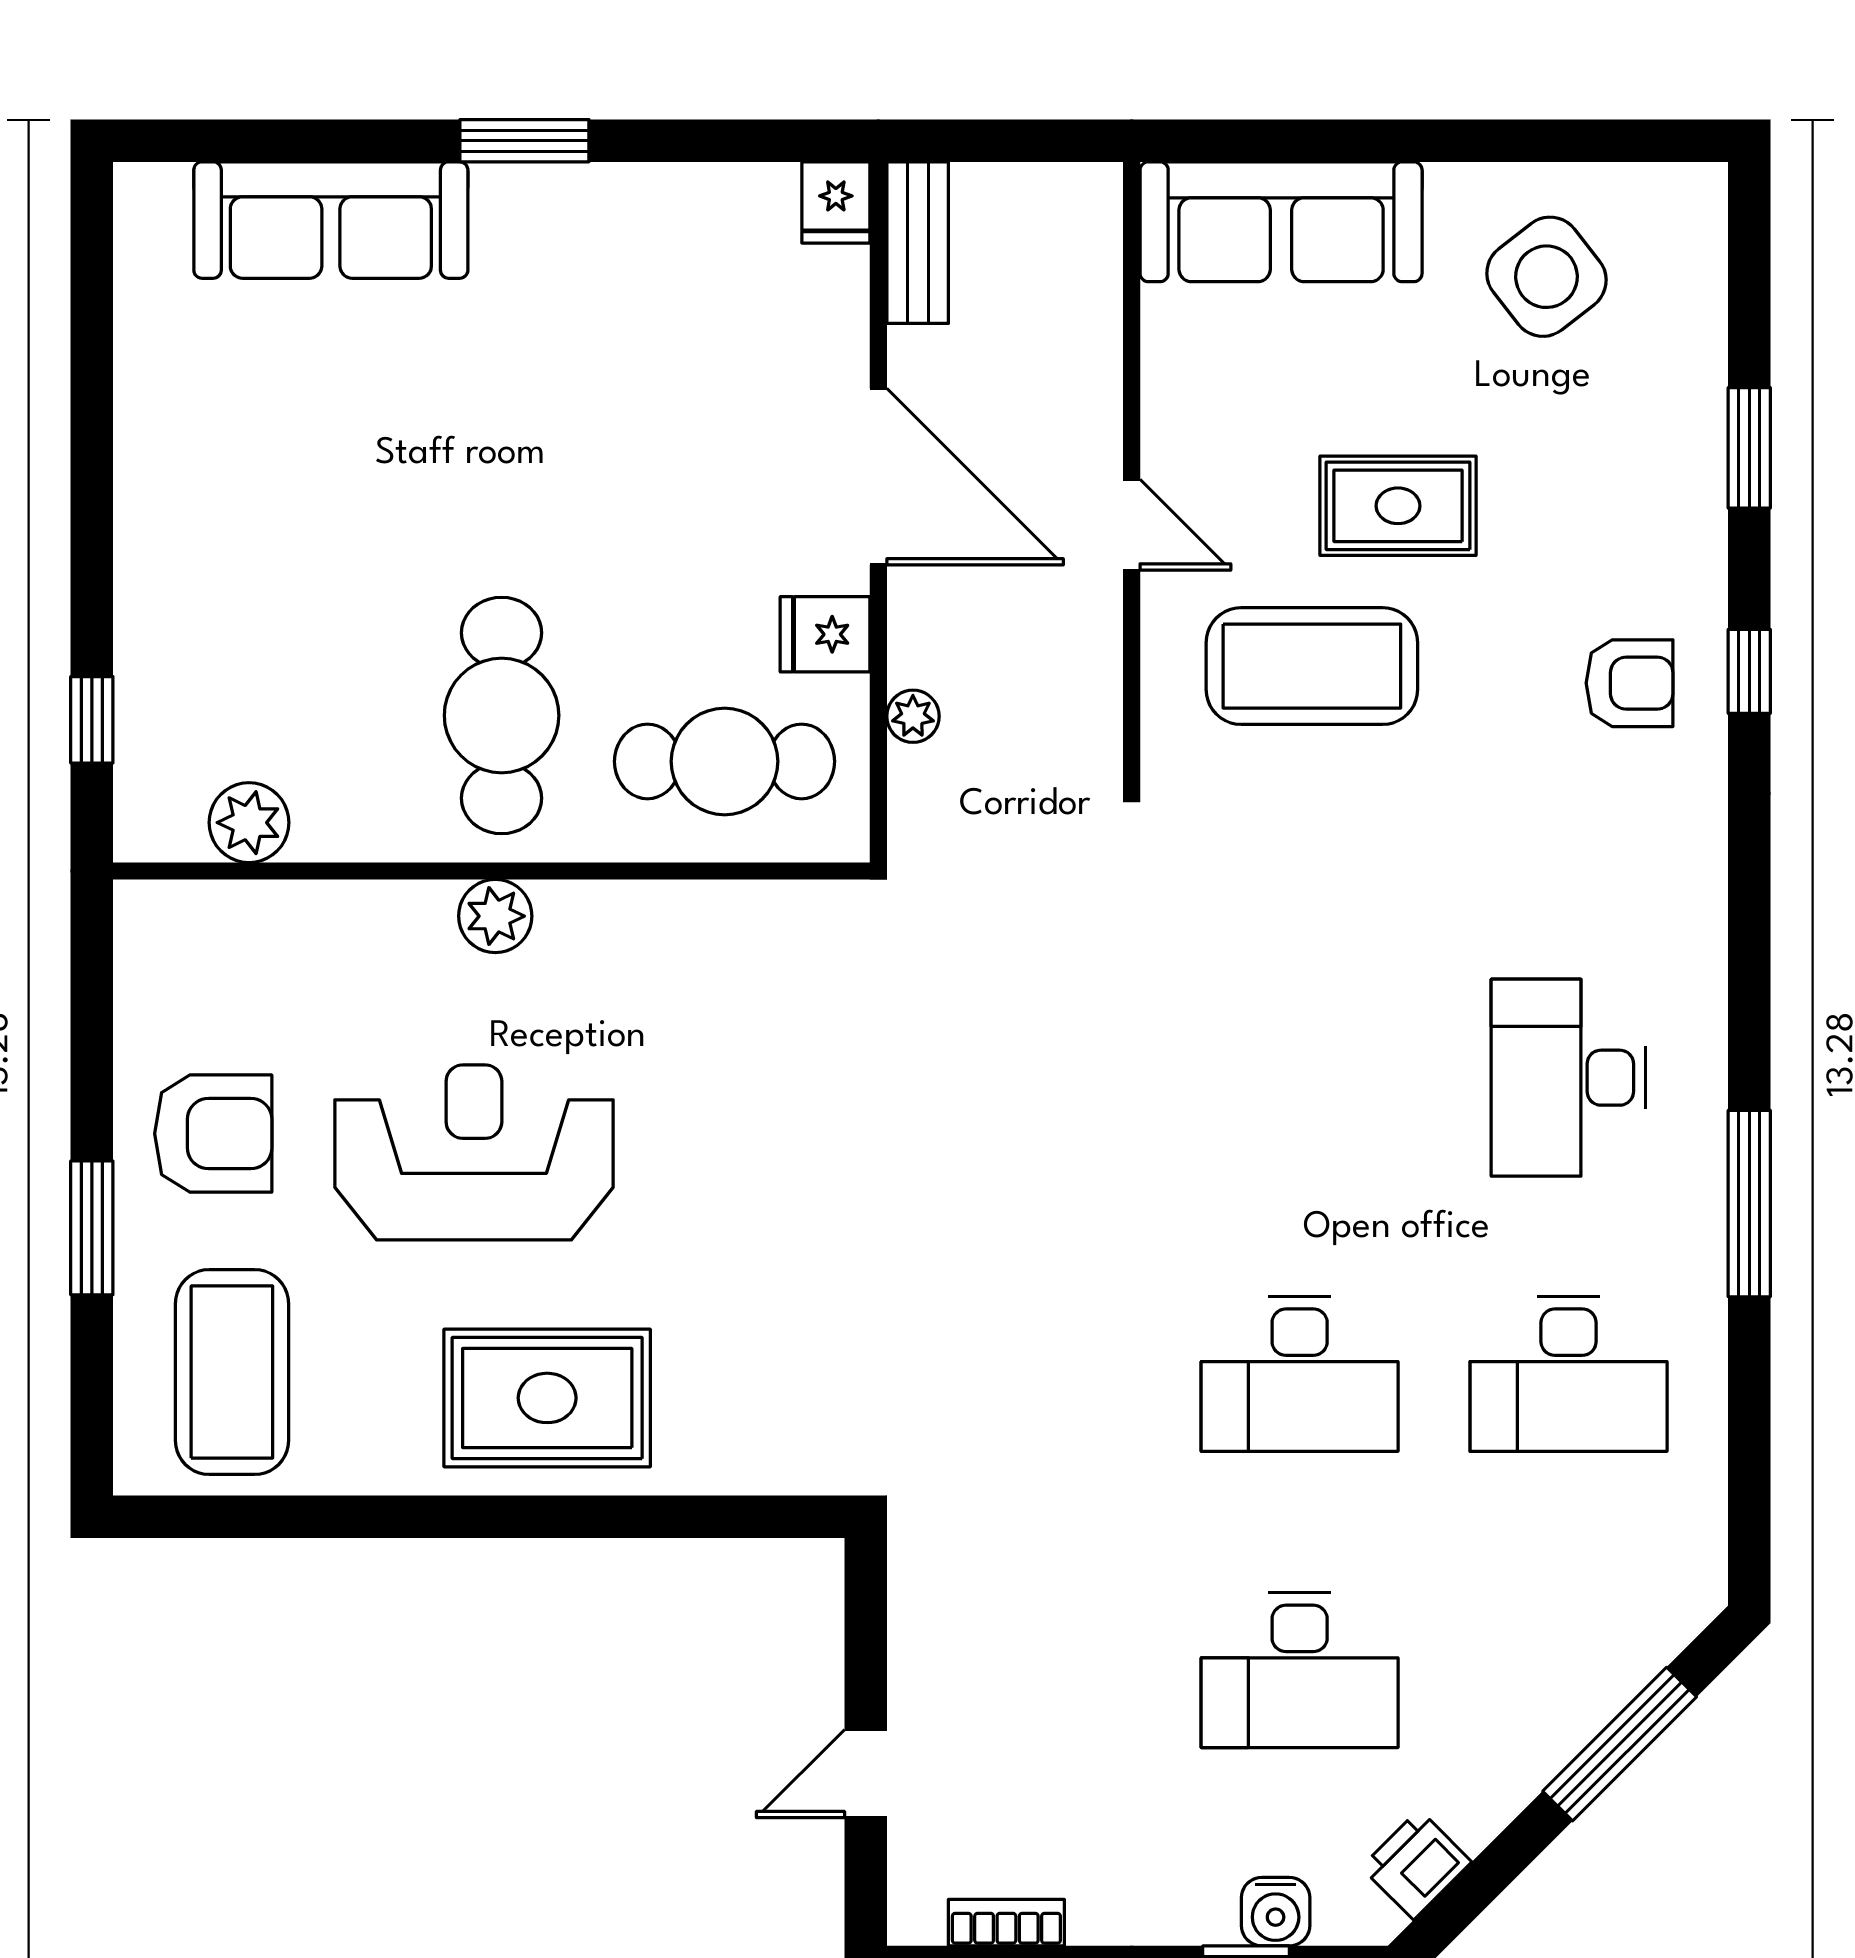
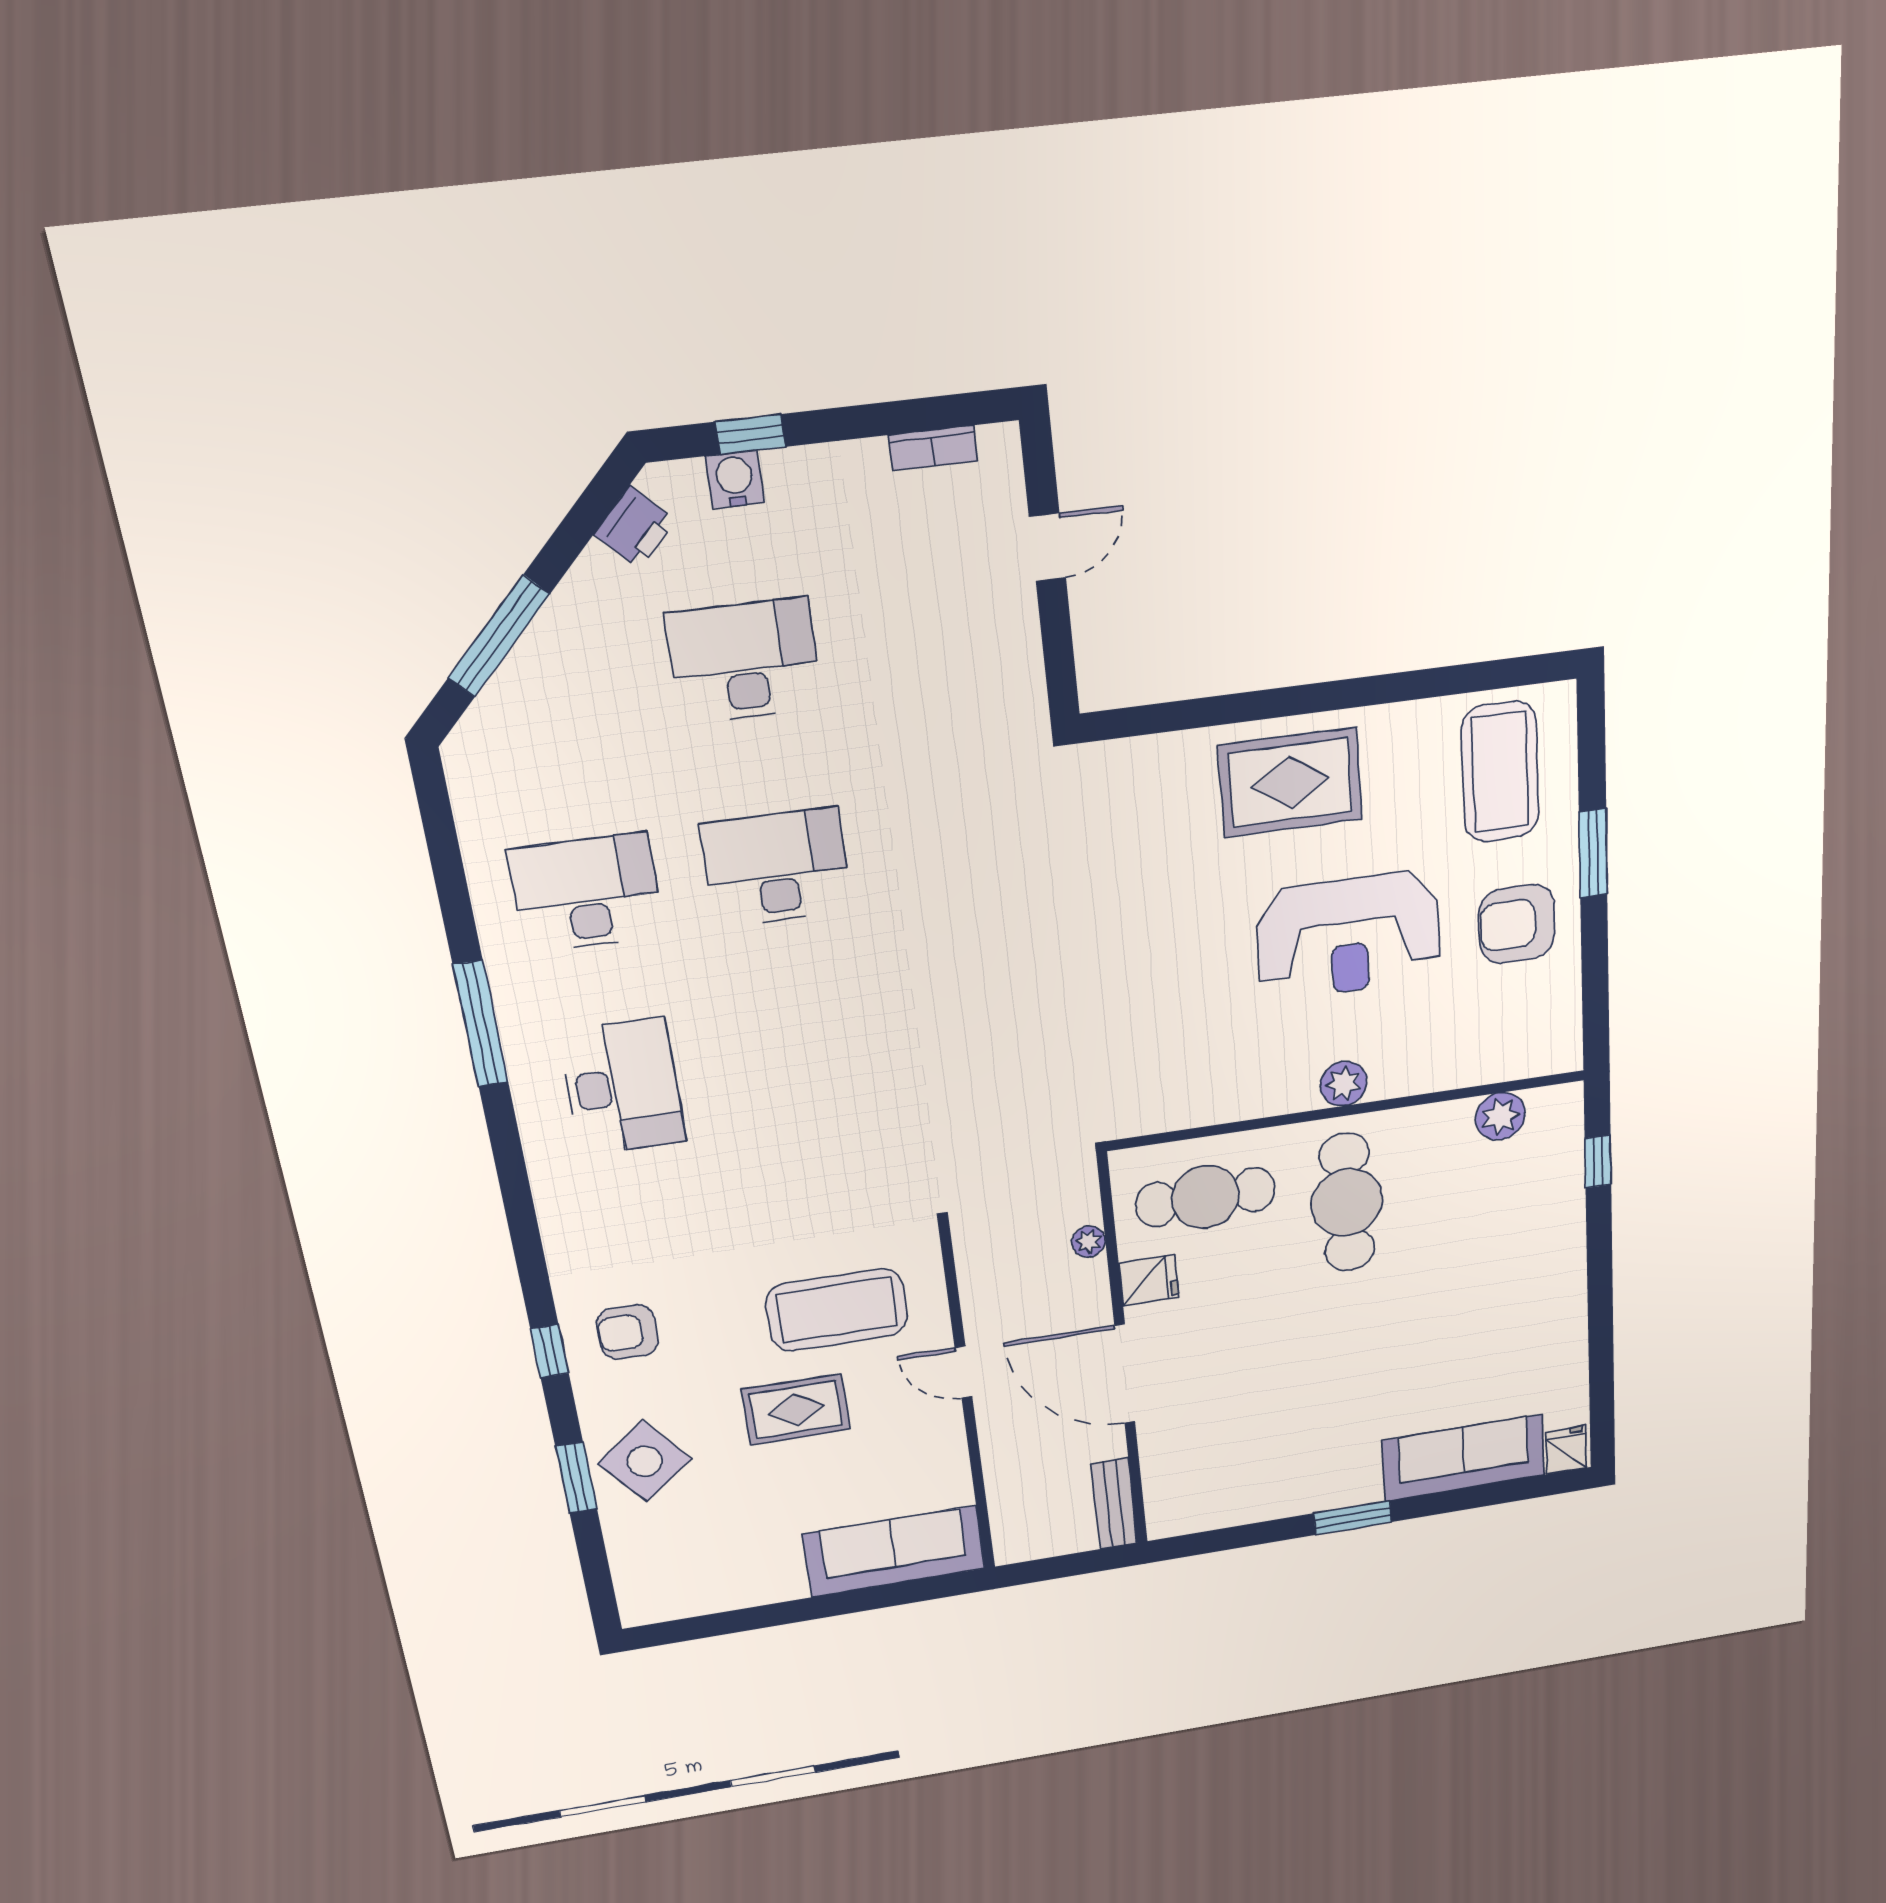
fridge: (836, 202) -> (1567, 1450), moved
side table: (1546, 277) -> (645, 1461), moved

